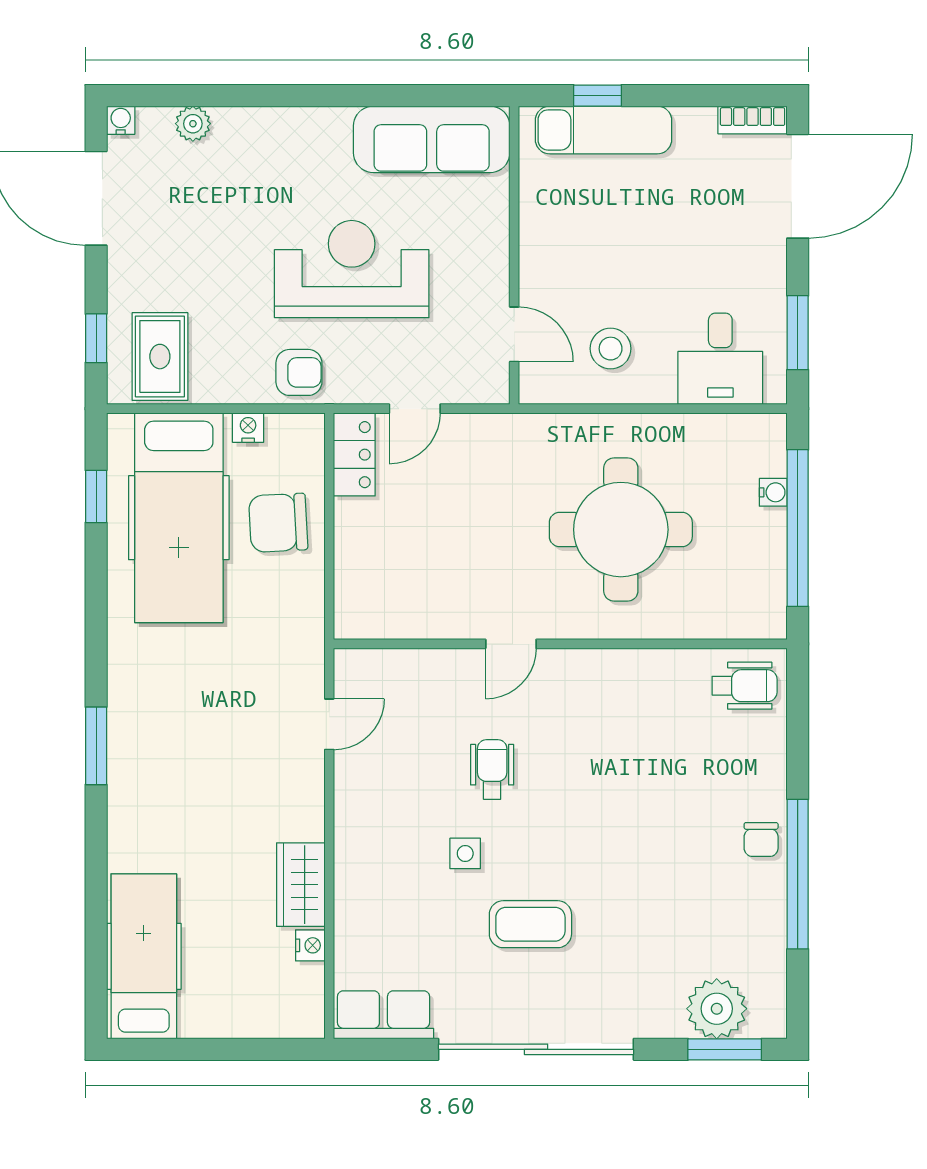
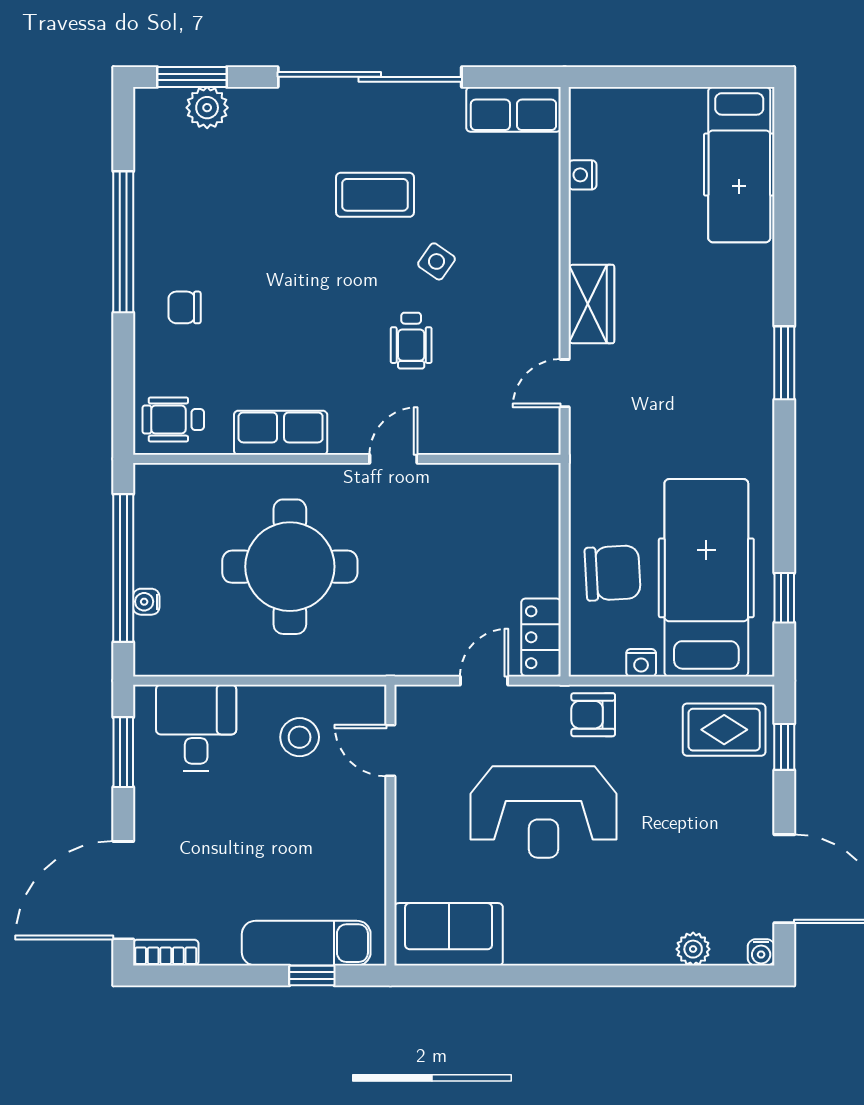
sofa: (432, 139) -> (449, 934), width x0.73
rug: (160, 357) -> (724, 730), turned 90
row of seats: (631, 672) -> (281, 433), added
chair: (761, 839) -> (185, 307), moved, turned -90
side table: (465, 853) -> (436, 261), turned 35
wardrobe: (301, 885) -> (591, 304), moved
plant: (717, 1009) -> (207, 108), width x0.73, depth x0.73

